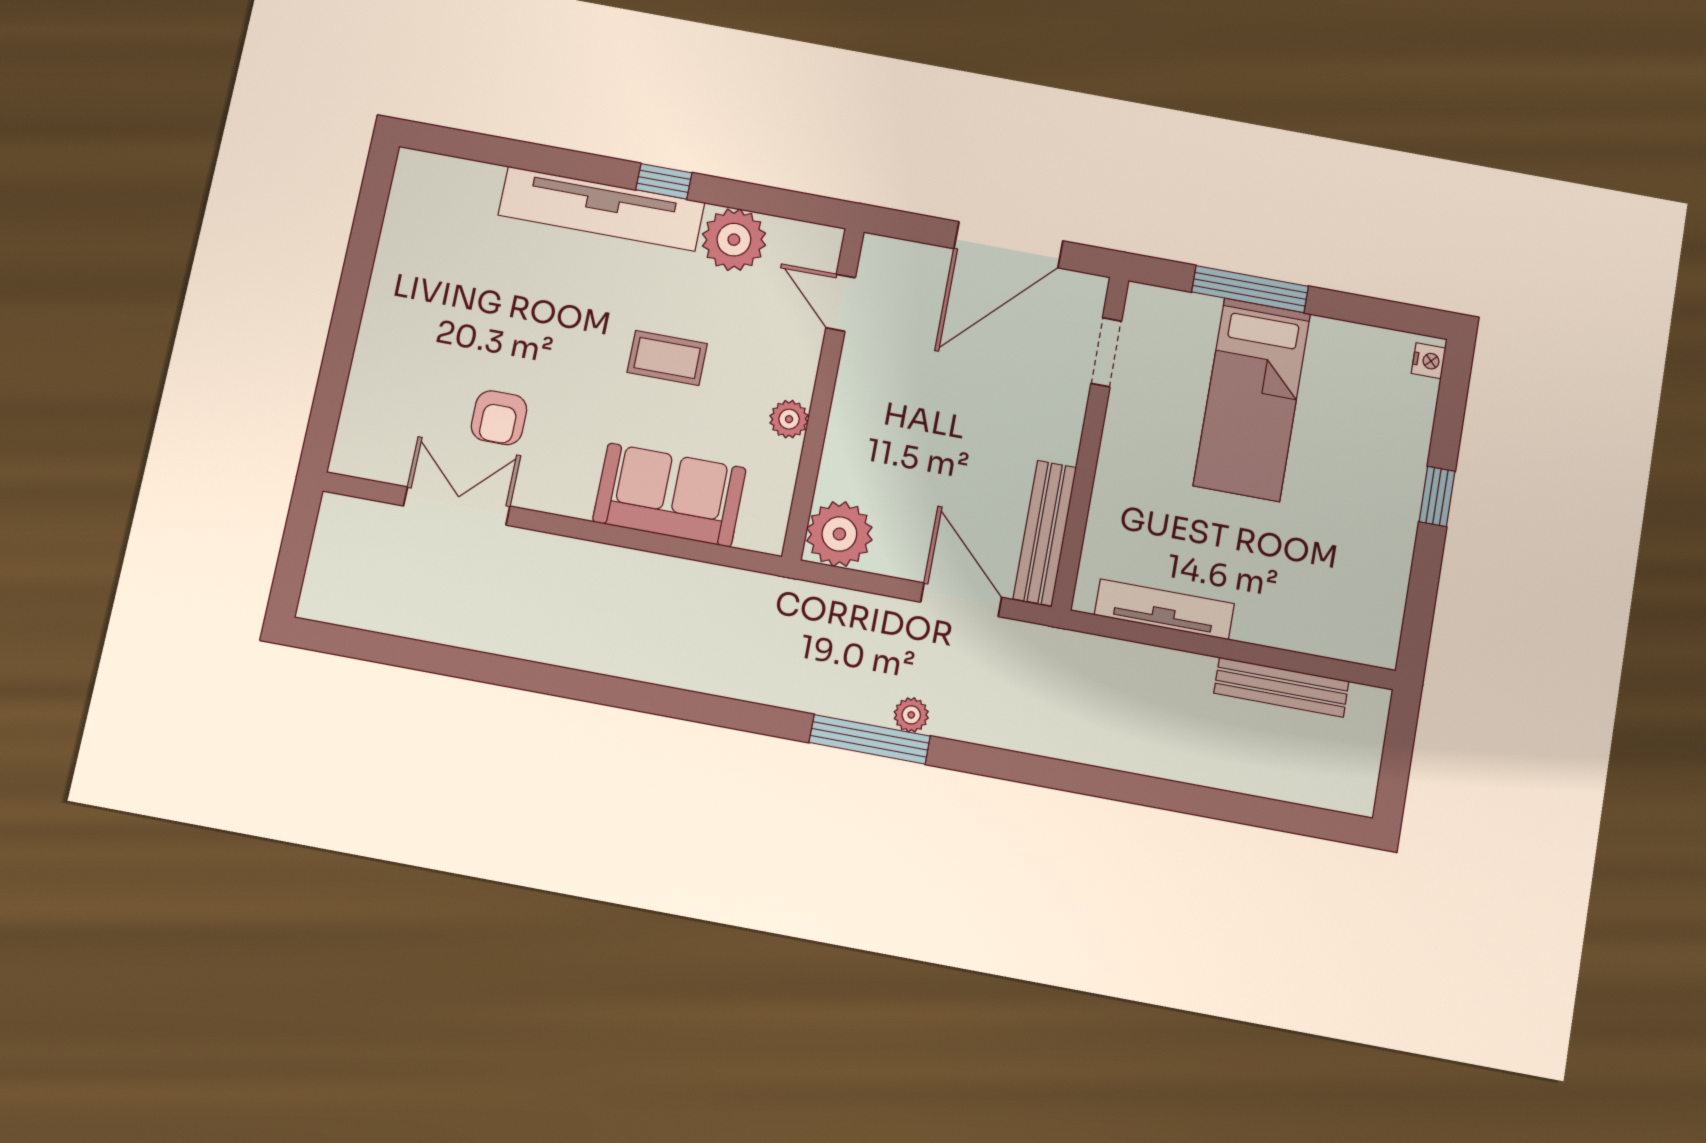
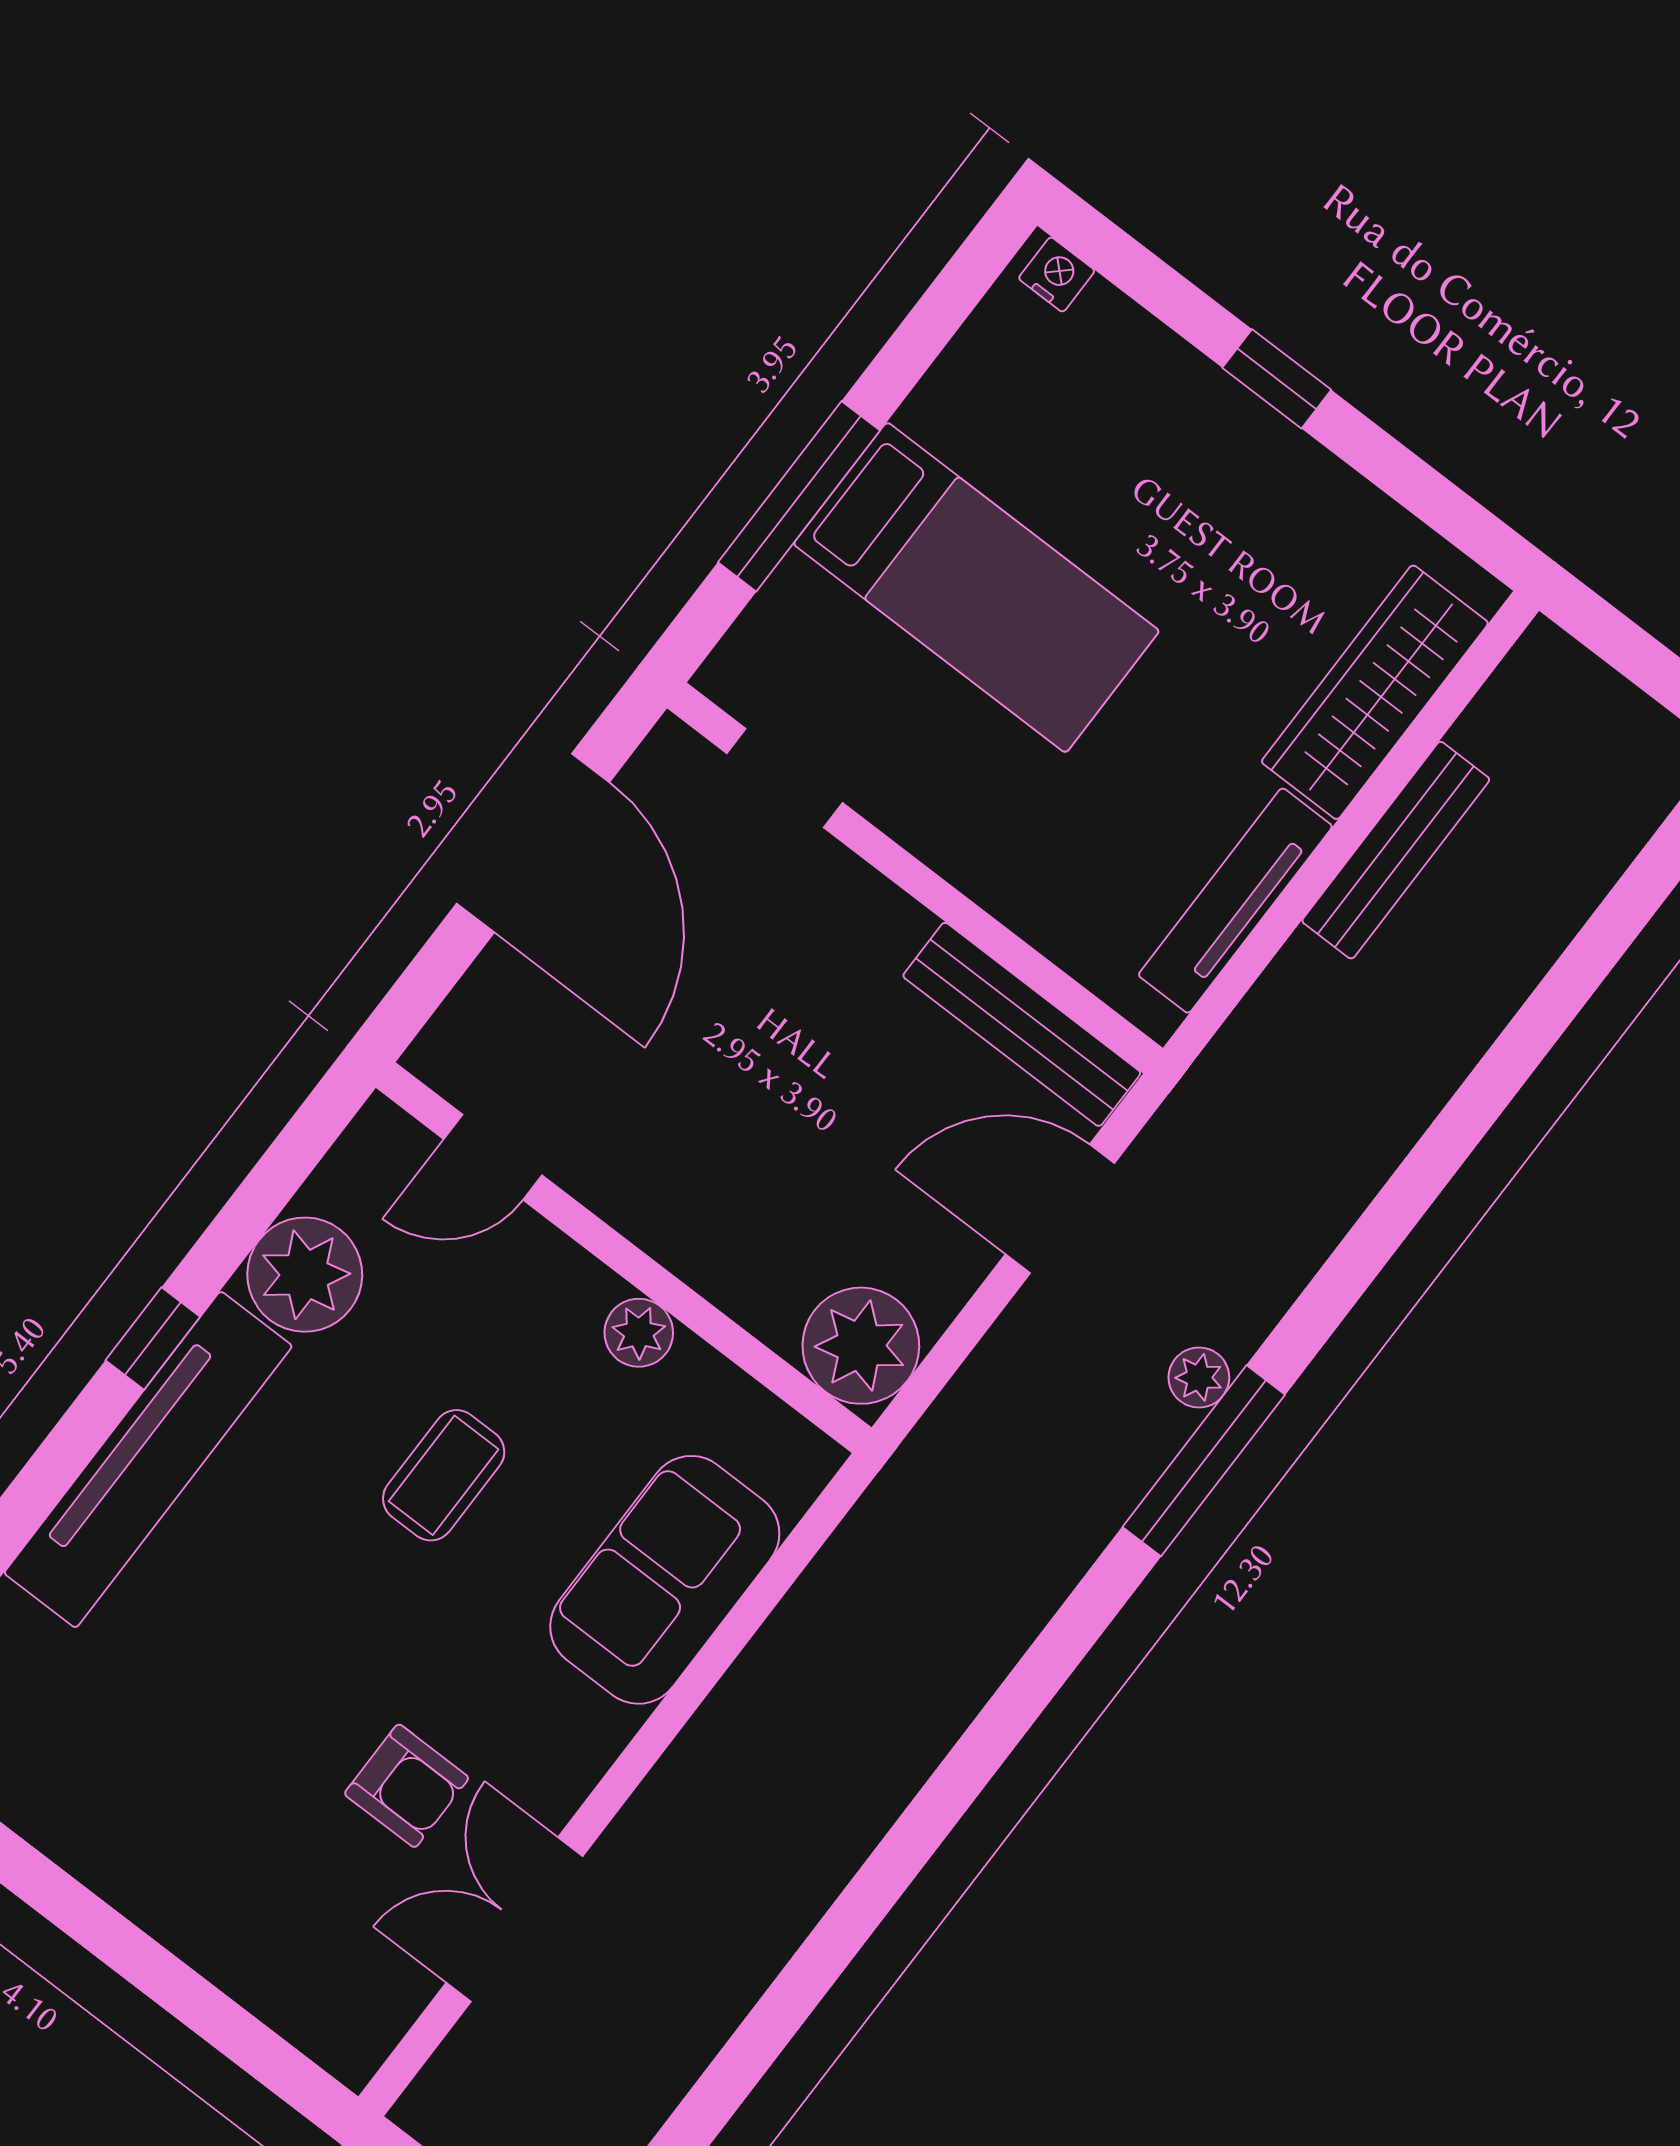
wardrobe: (1307, 626) -> (1375, 692), added
bench: (1281, 687) -> (1396, 850), moved

